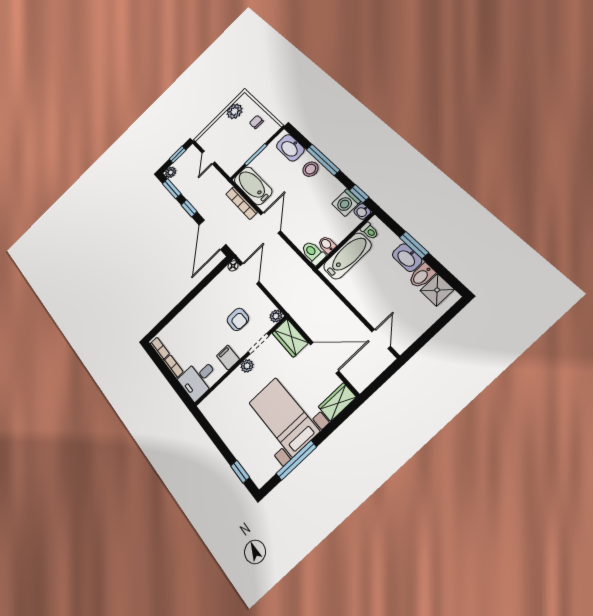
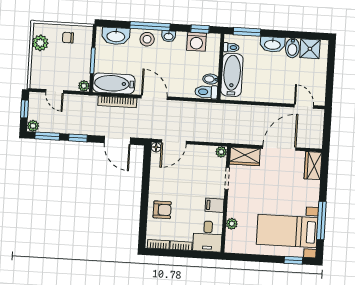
plant: (231, 170) -> (84, 86), added
washbasin: (362, 212) -> (169, 36), moved
door: (212, 235) -> (117, 140), width x0.73
window: (414, 245) -> (247, 32), moved
door: (250, 273) -> (174, 142), swing flipped
armchair: (238, 319) -> (162, 210), moved
plant: (247, 366) -> (232, 224), moved
bed with nightstands: (284, 417) -> (287, 231), moved

